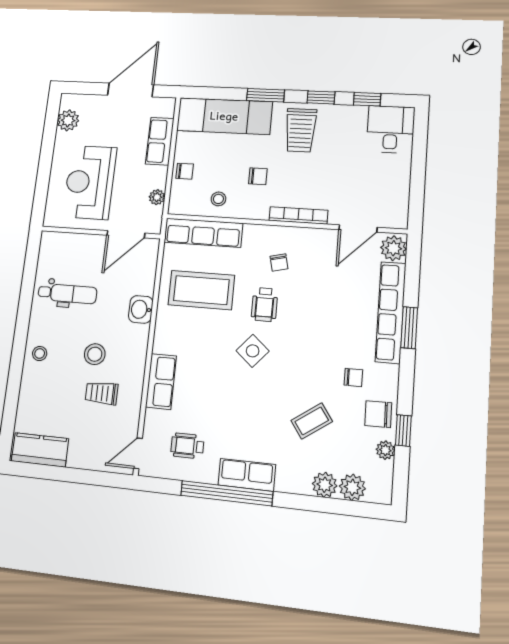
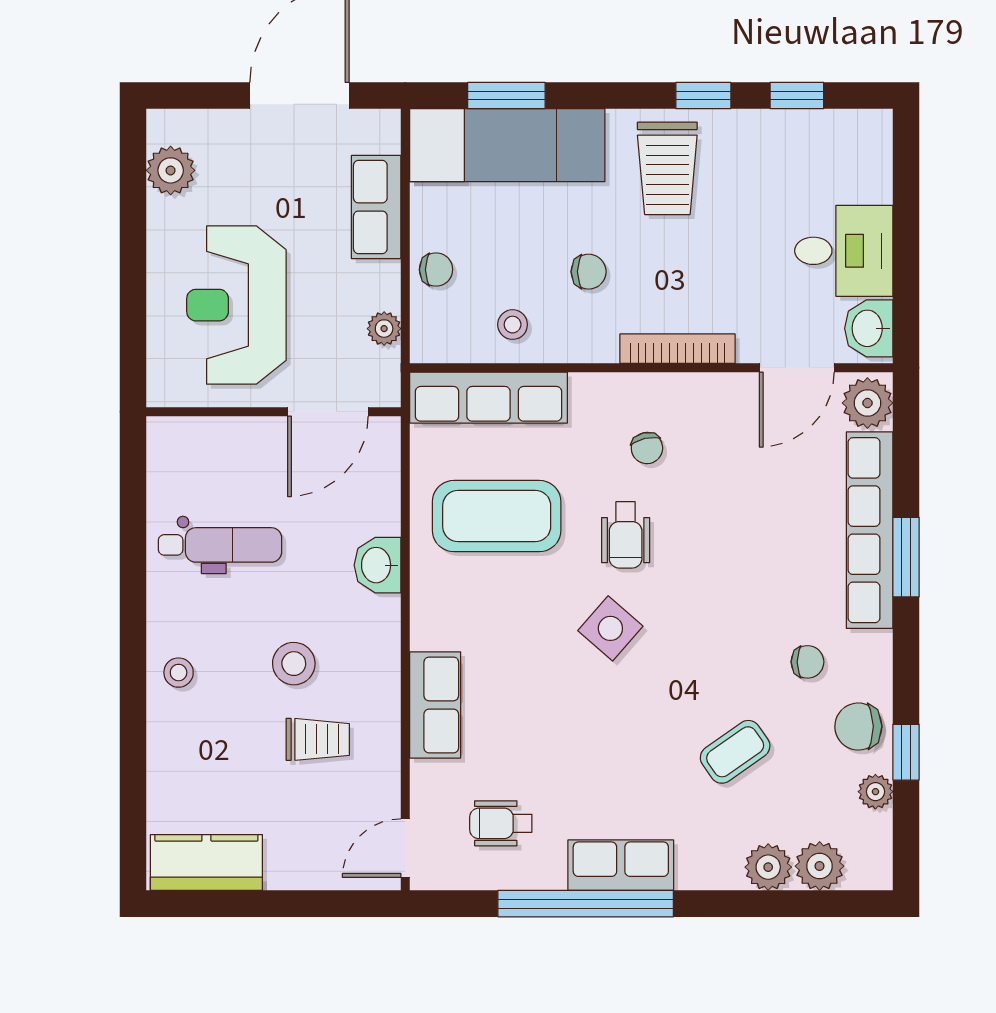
window: (265, 95) -> (506, 96), moved
desk: (391, 129) -> (844, 251), moved, turned 90
washbasin: (396, 211) -> (869, 328), added
trolley: (102, 393) -> (318, 739), turned 180

